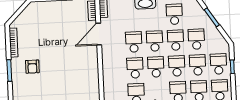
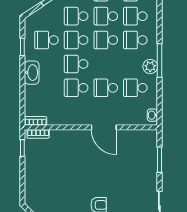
door: (99, 34) -> (104, 127), moved
school desk: (156, 67) -> (106, 64), removed

